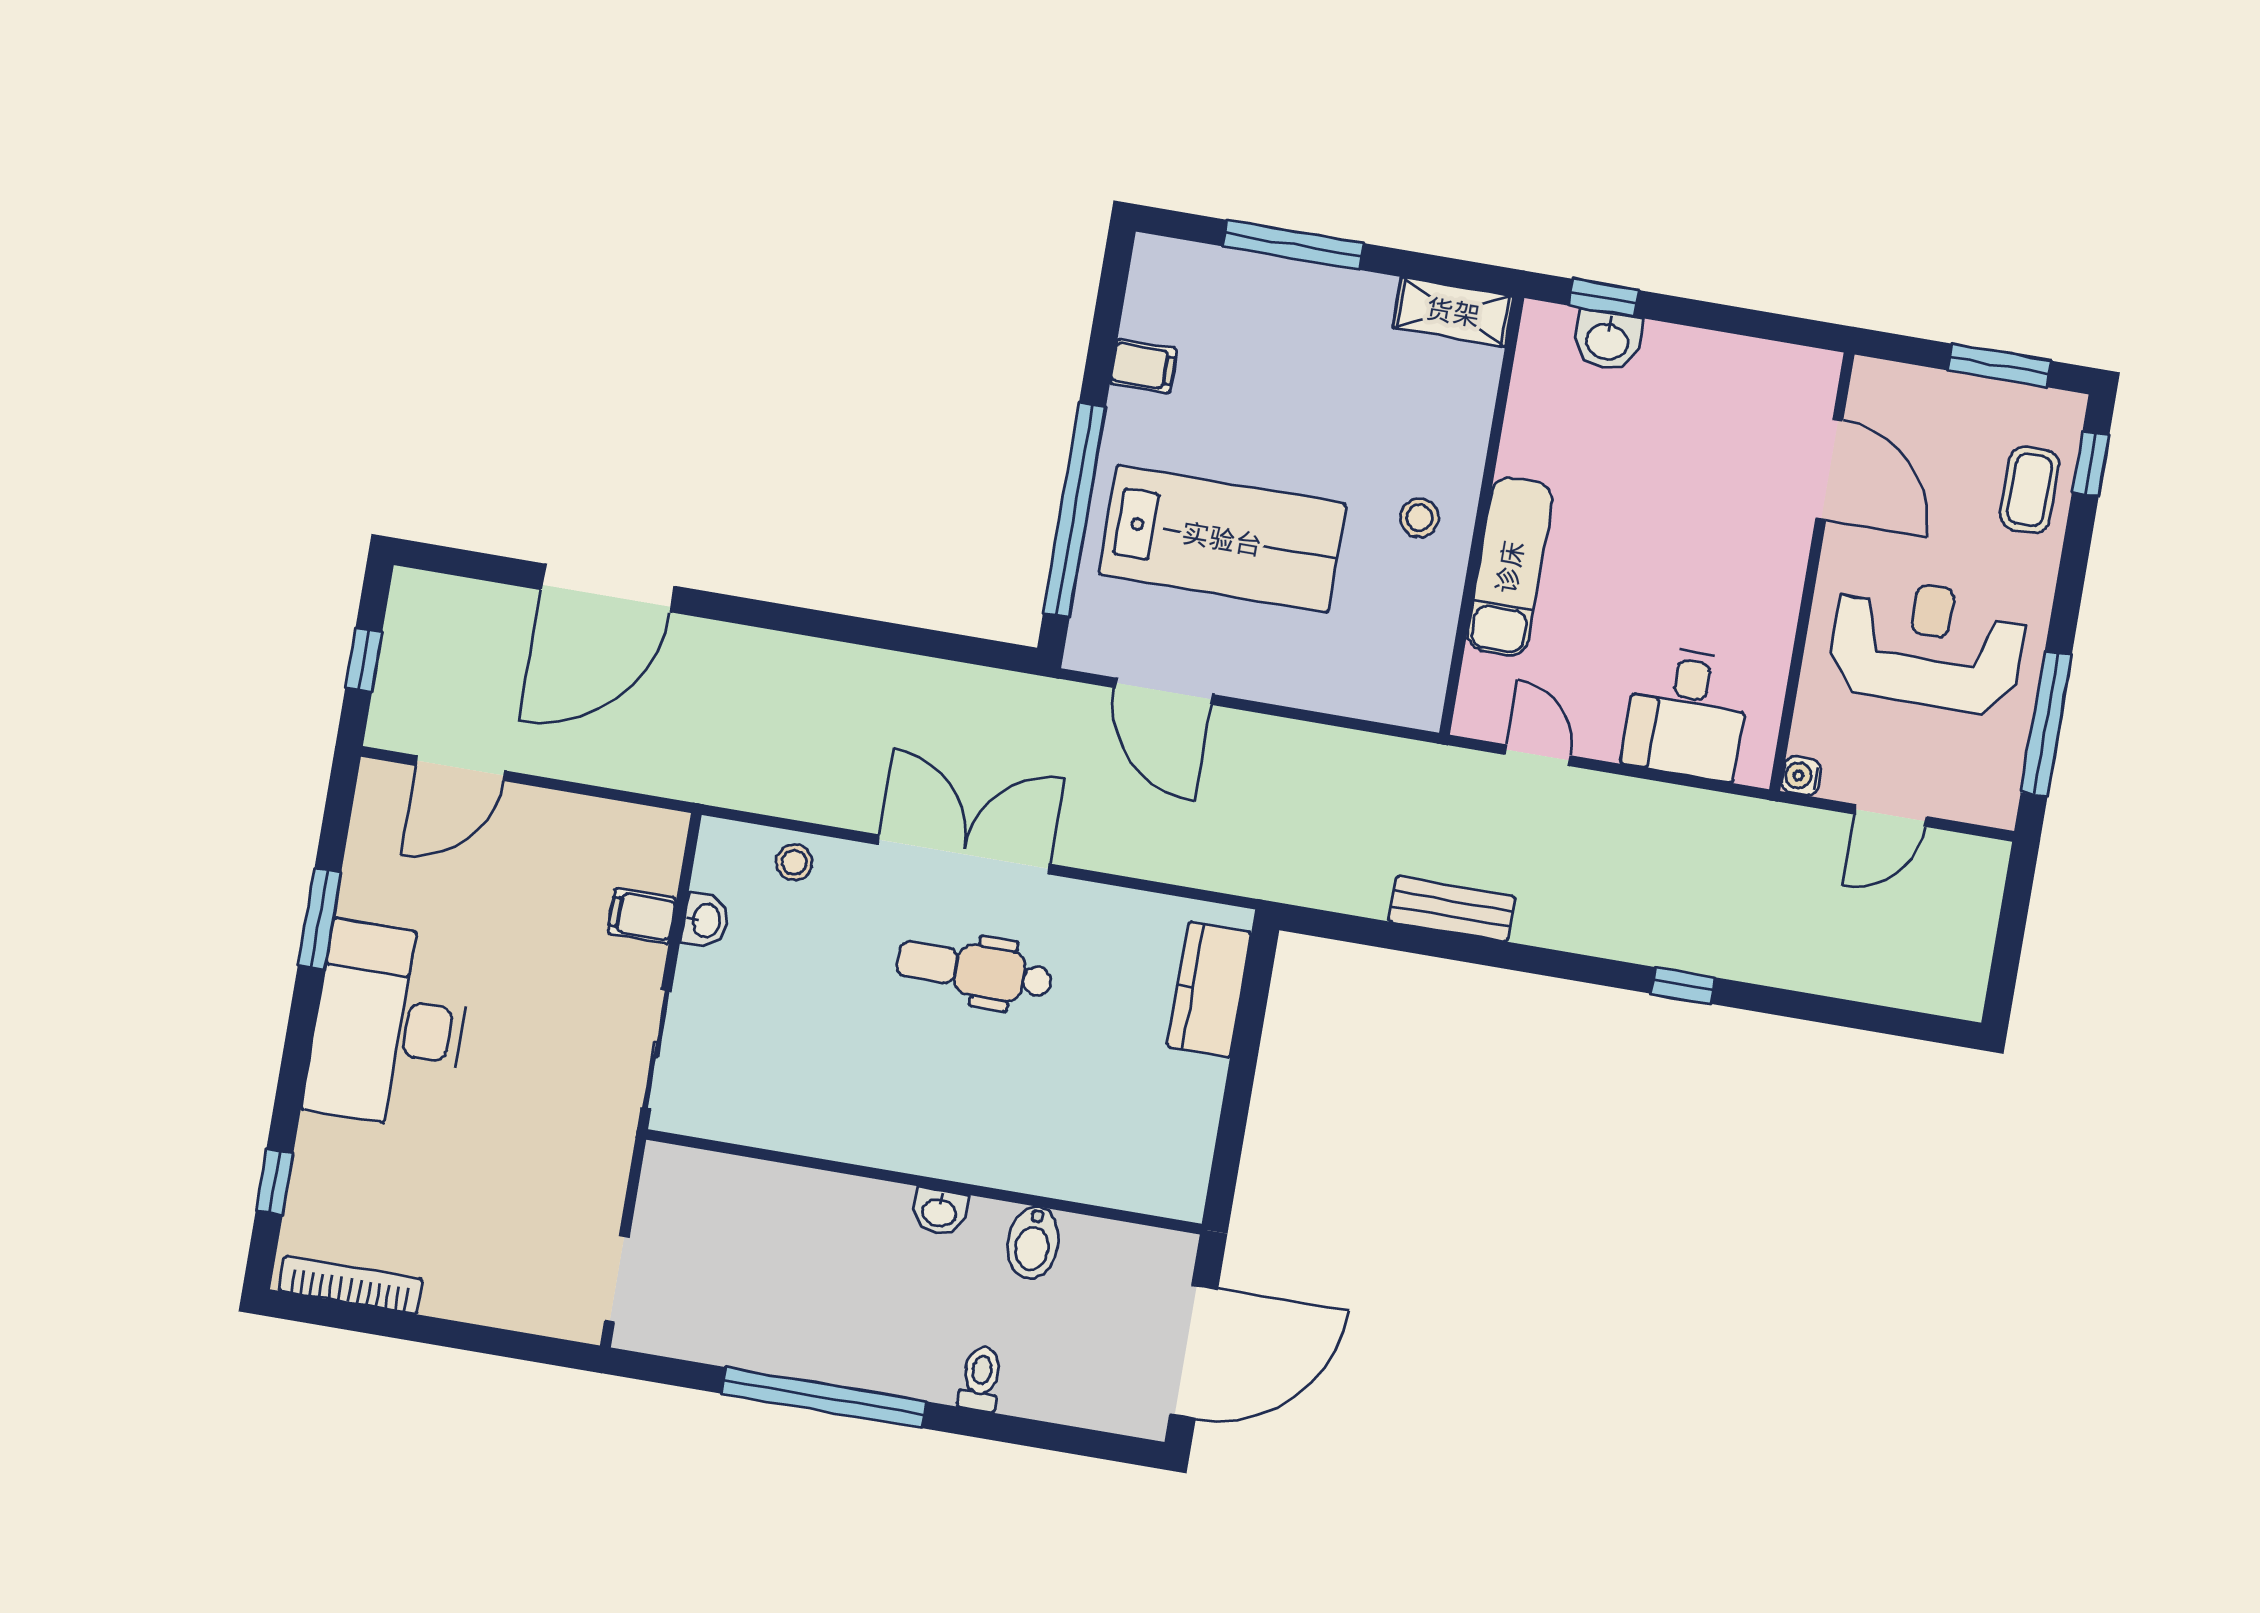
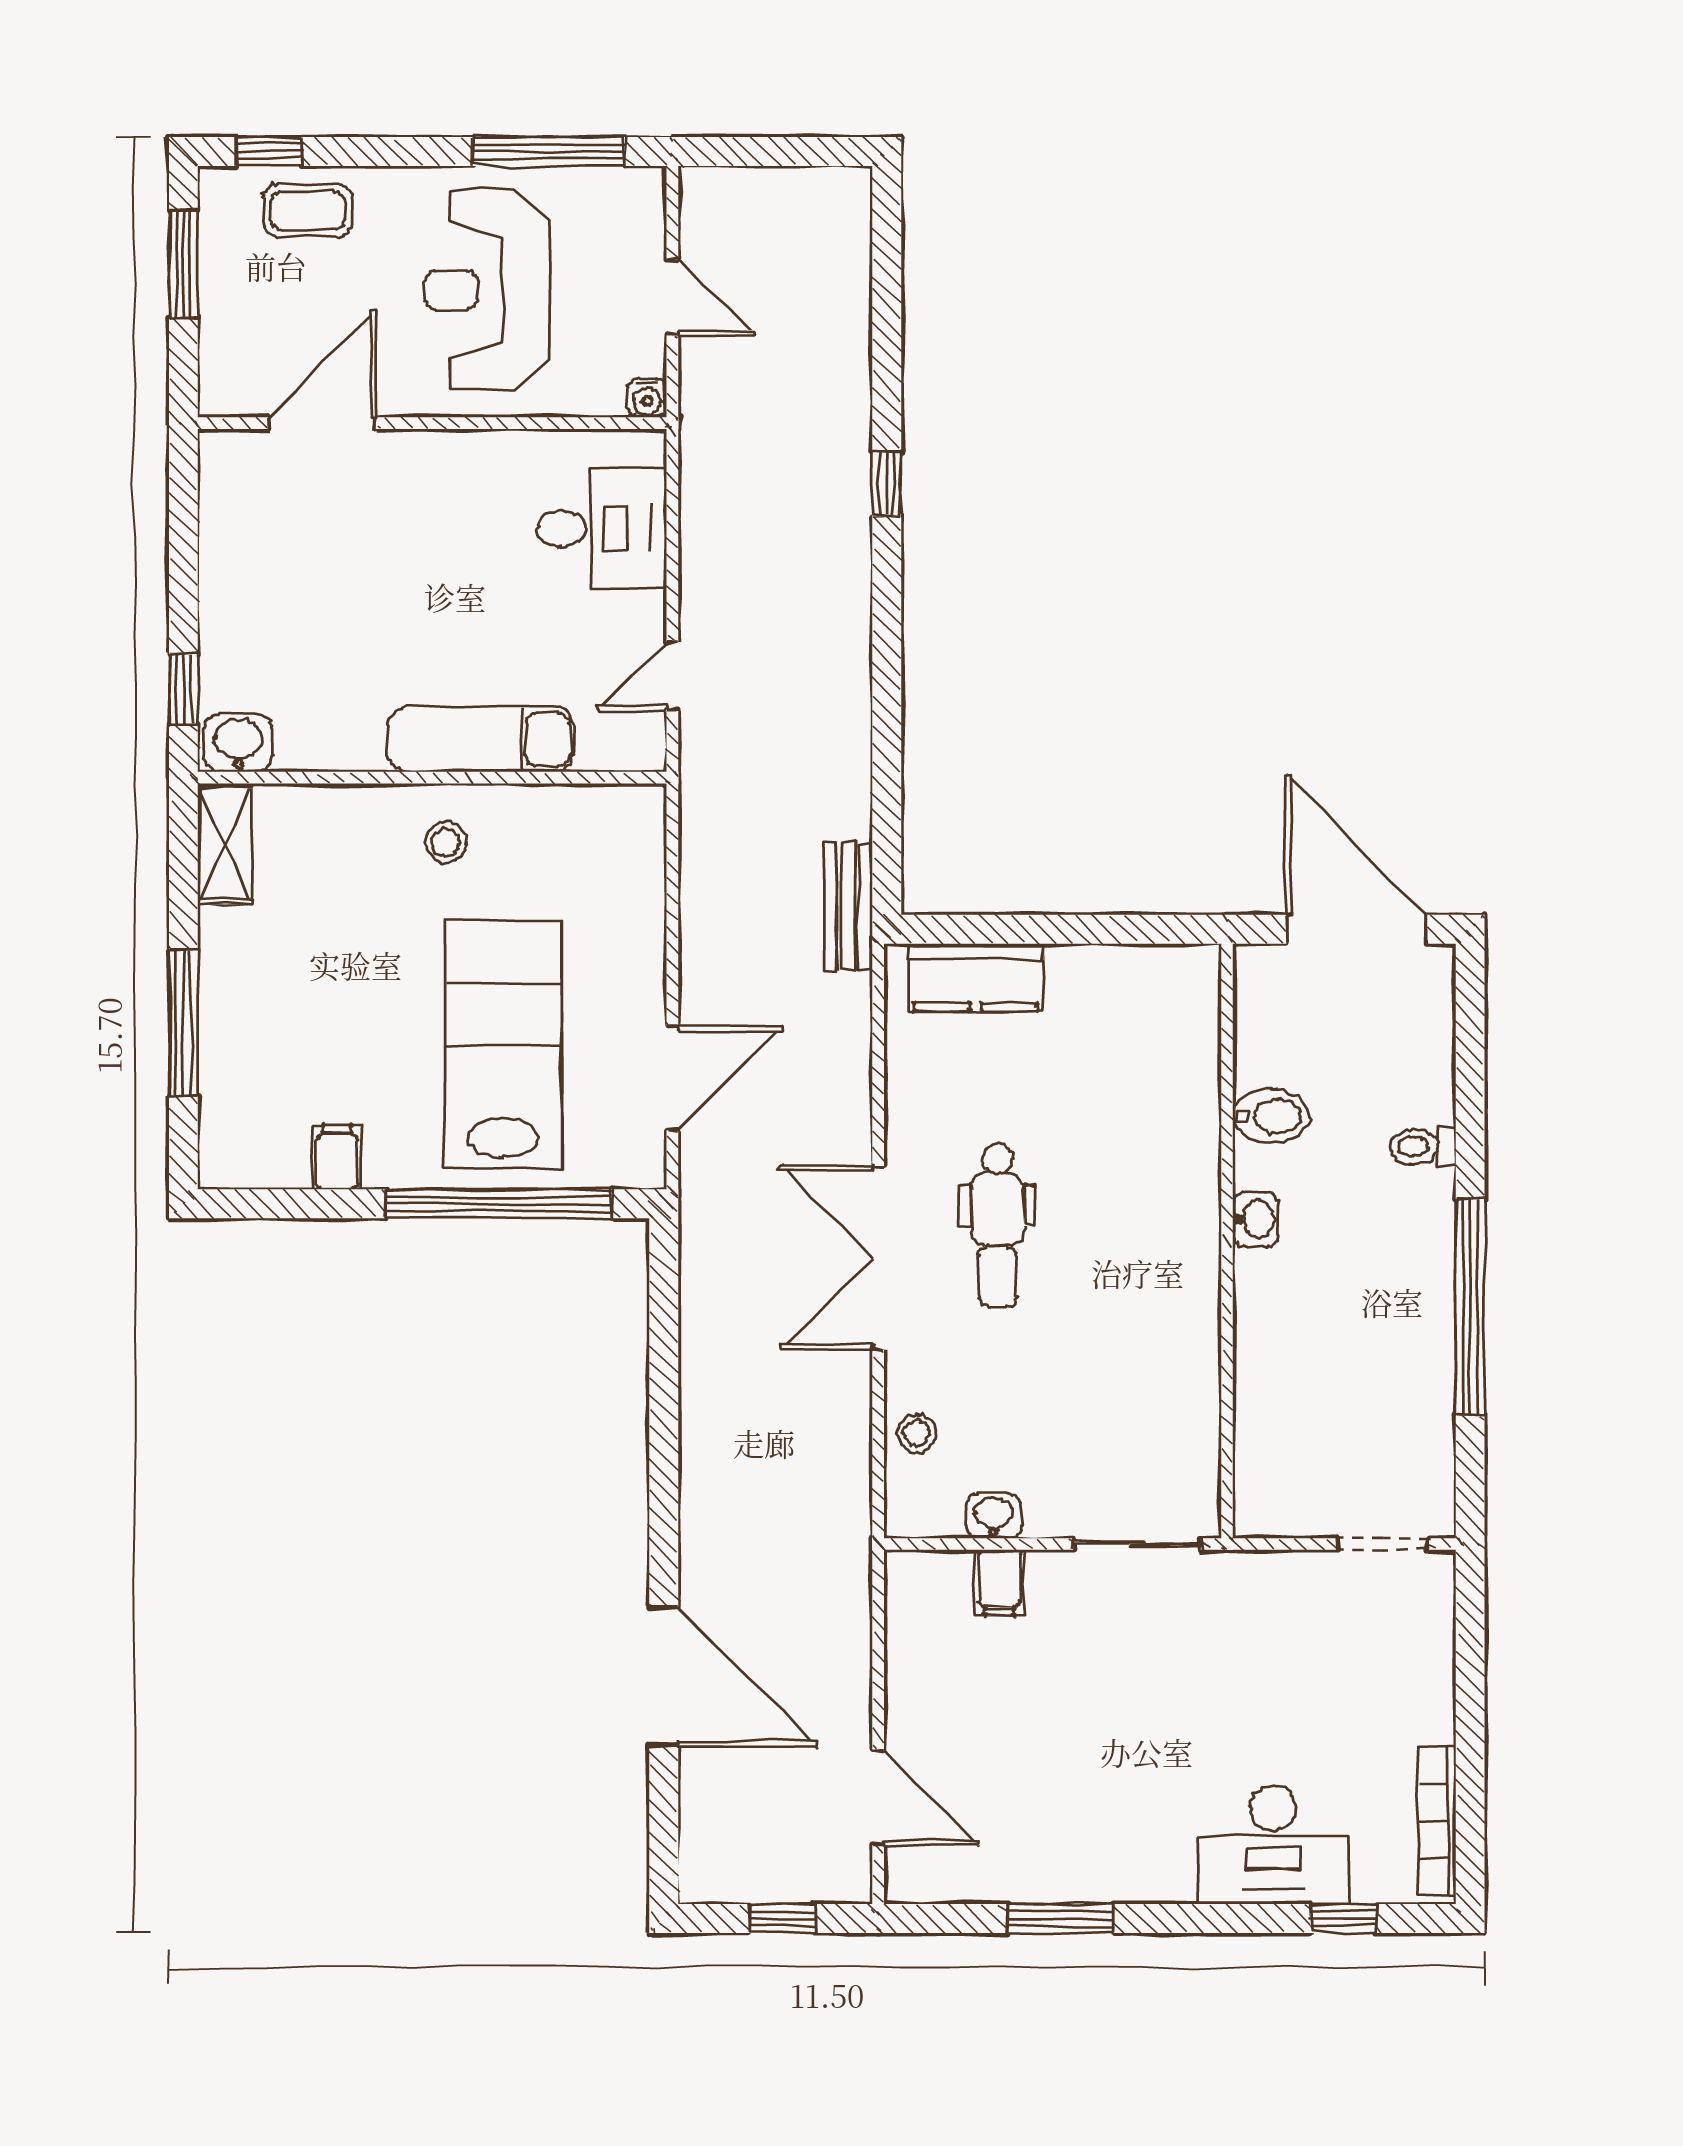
washbasin: (1607, 340) -> (238, 743), moved, turned -90
bench: (1452, 909) -> (848, 906), moved
desk: (389, 1025) -> (1273, 1845), moved, width x0.73, depth x0.77

